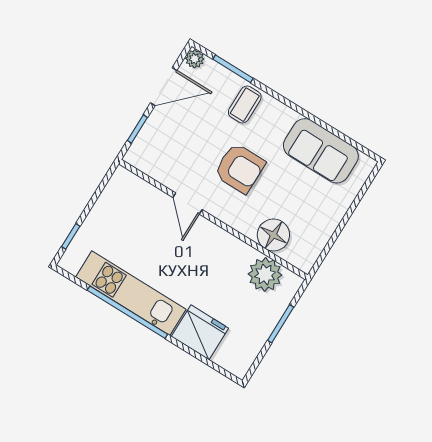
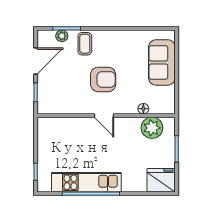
plant: (195, 59) -> (62, 36), moved
sofa: (321, 151) -> (162, 62), moved, turned 90
door: (188, 203) -> (104, 116), moved
floor lamp: (273, 235) -> (143, 109), width x0.53, depth x0.53
fridge: (200, 332) -> (161, 180), moved

